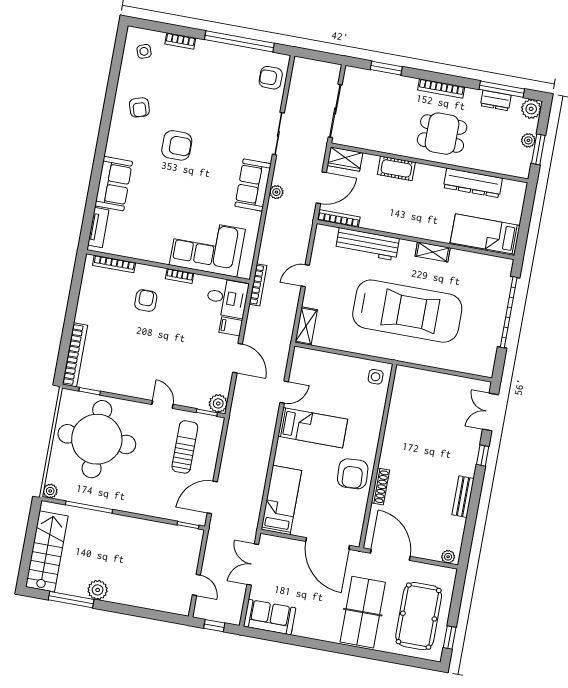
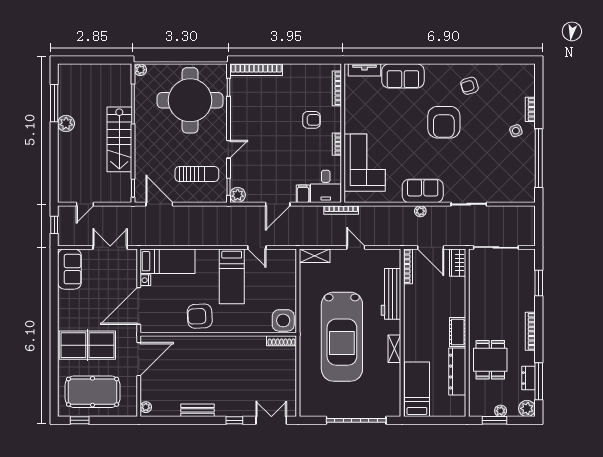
side table: (144, 51) -> (516, 131), moved
armchair: (271, 78) -> (514, 189), removed
dining table: (442, 134) -> (490, 360), moved
armchair: (177, 145) -> (444, 122), width x1.36, depth x1.36
cot: (396, 168) -> (458, 332), moved
side table: (376, 377) -> (283, 320), width x1.87, depth x1.87
shoe rack: (380, 486) -> (282, 341), moved
nightstand: (299, 530) -> (145, 280), added
stairs: (47, 551) -> (119, 139), moved, turned 90

